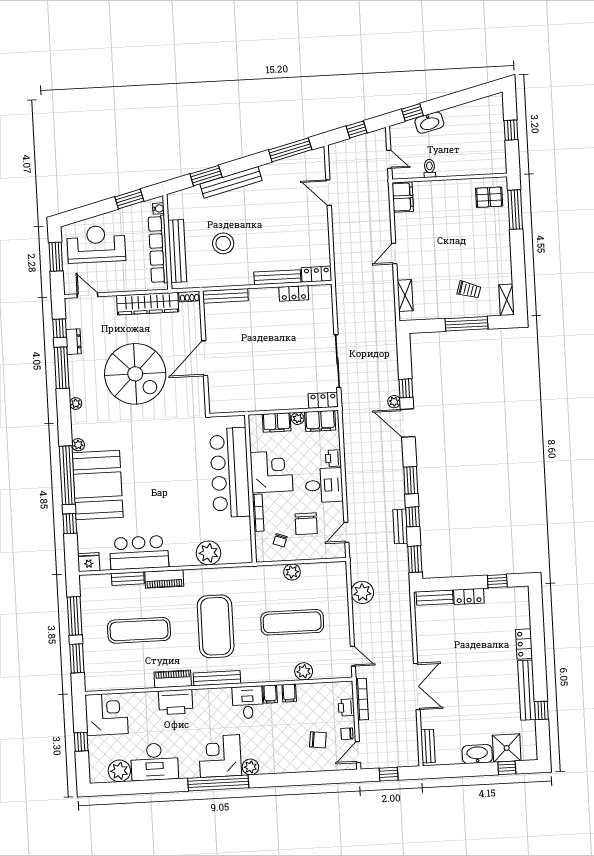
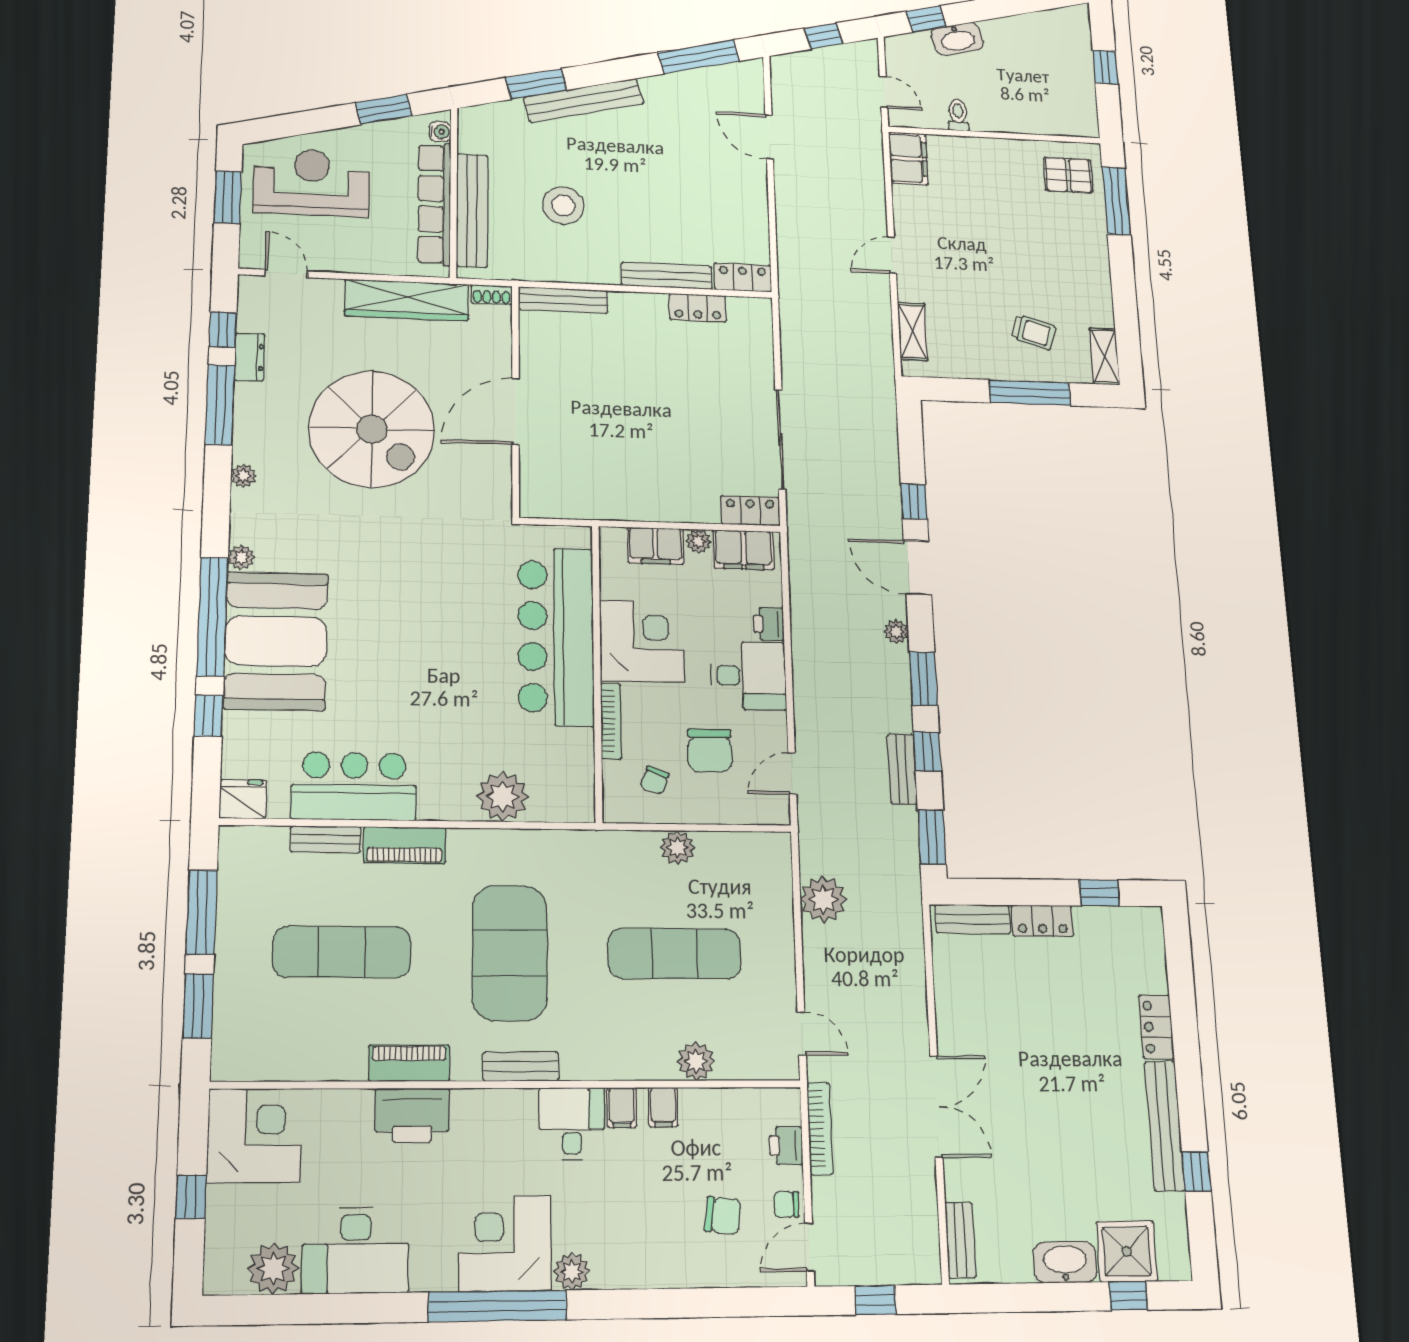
plant: (394, 402) -> (896, 632), moved
bench: (217, 678) -> (521, 1066), width x0.73

